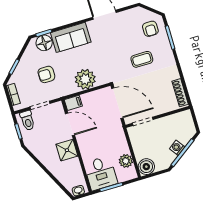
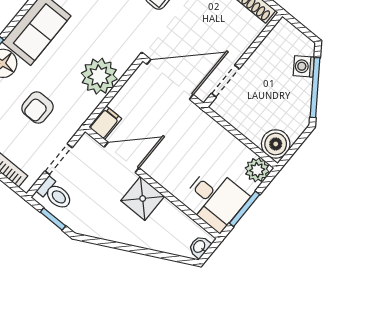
washing machine: (177, 148) -> (304, 66), moved
plant: (126, 161) -> (257, 170), moved

